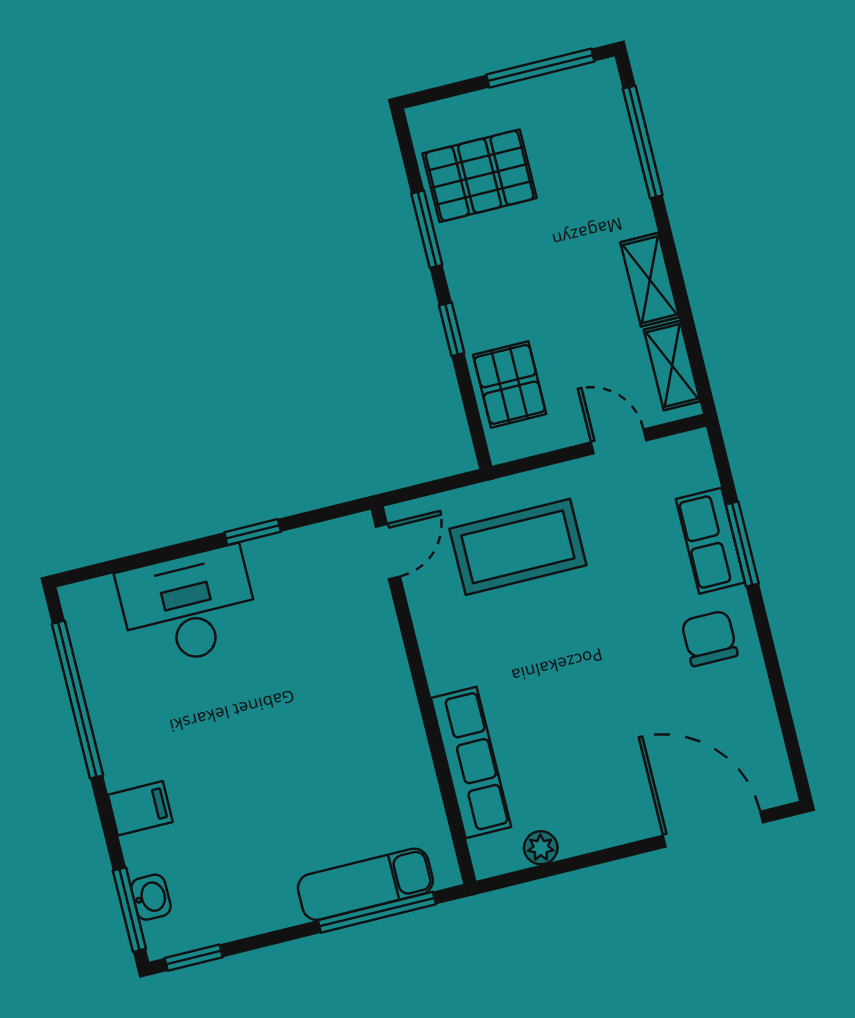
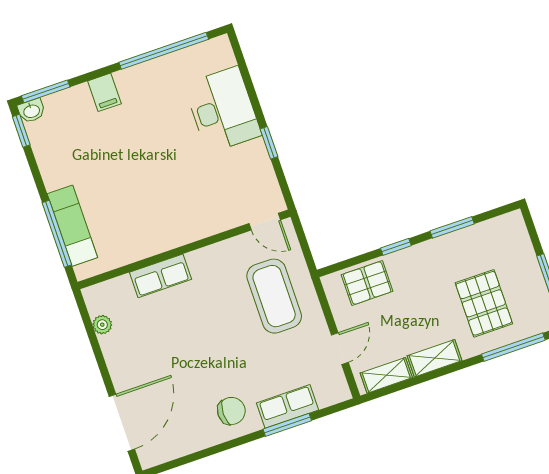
pallet: (480, 176) -> (484, 303), moved
row of seats: (471, 763) -> (160, 276), width x0.68
washbasin: (151, 897) -> (31, 111), moved

